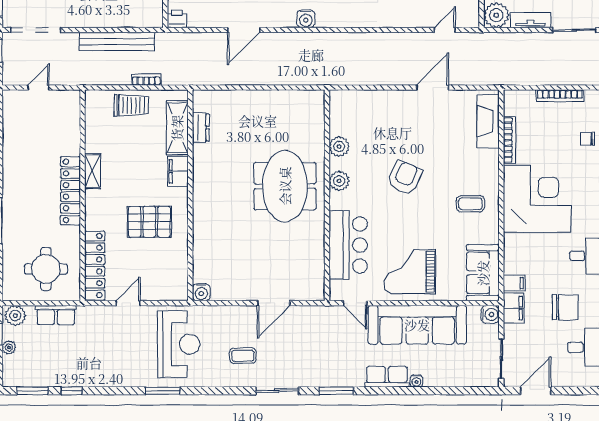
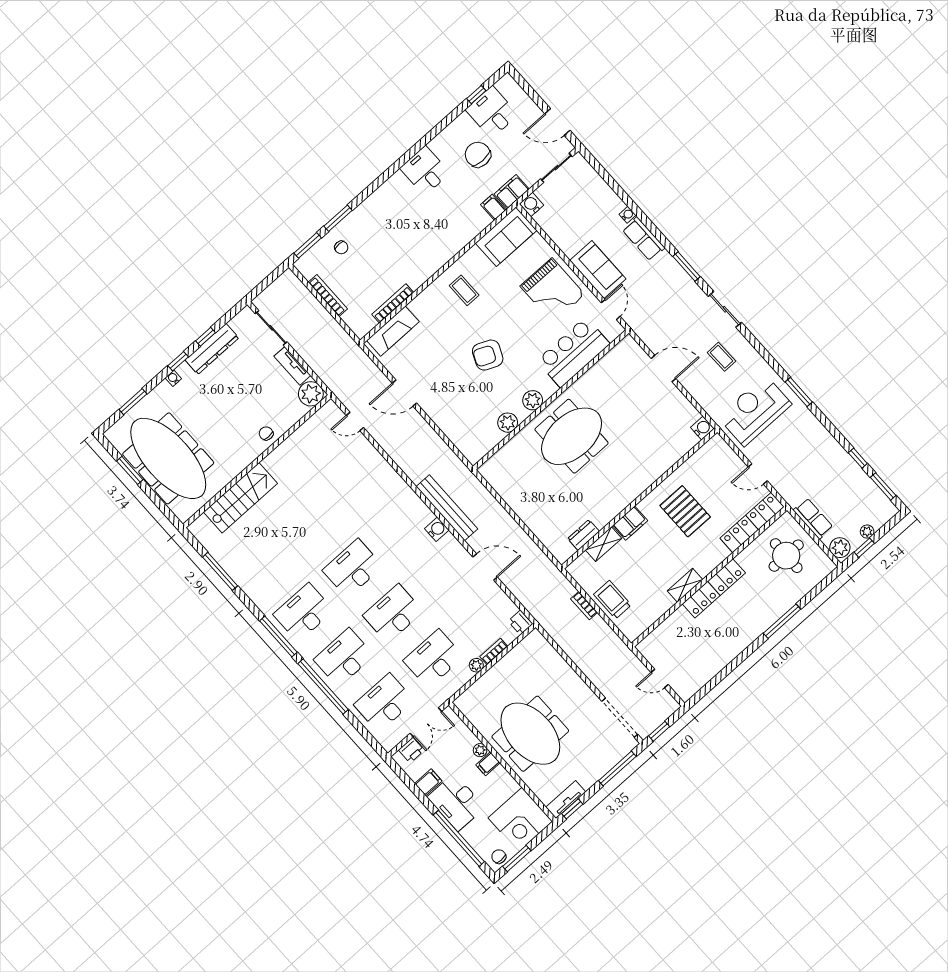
bench: (117, 41) -> (447, 508), moved
shelving: (177, 128) -> (604, 544), width x0.67, depth x0.75
corner desk: (537, 199) -> (417, 245), removed
sofa: (417, 325) -> (598, 270), width x0.54, depth x0.79

